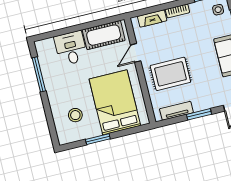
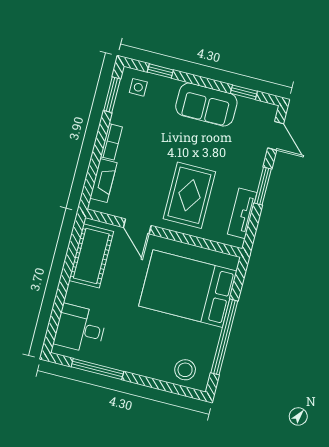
desk: (71, 48) -> (80, 329), moved
stool: (75, 115) -> (185, 370), moved
window: (98, 139) -> (224, 337), width x2.11

